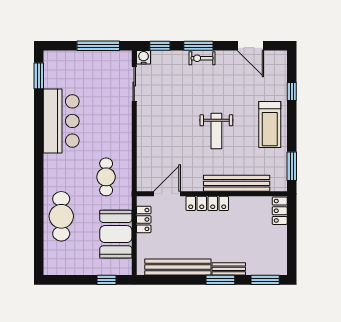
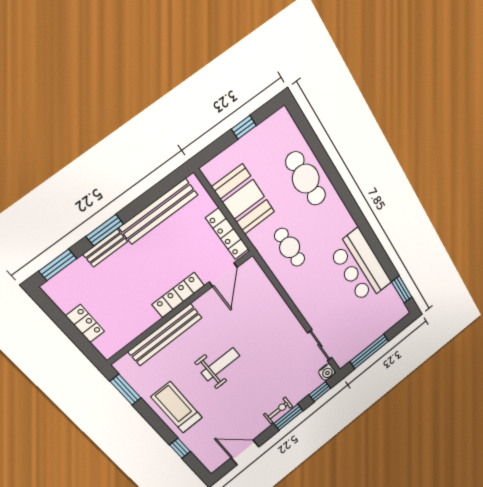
weight bench: (216, 131) -> (220, 364), turned 90
locker: (280, 211) -> (85, 324), moved
locker: (144, 219) -> (227, 234), width x1.53
window: (106, 280) -> (244, 127), moved

